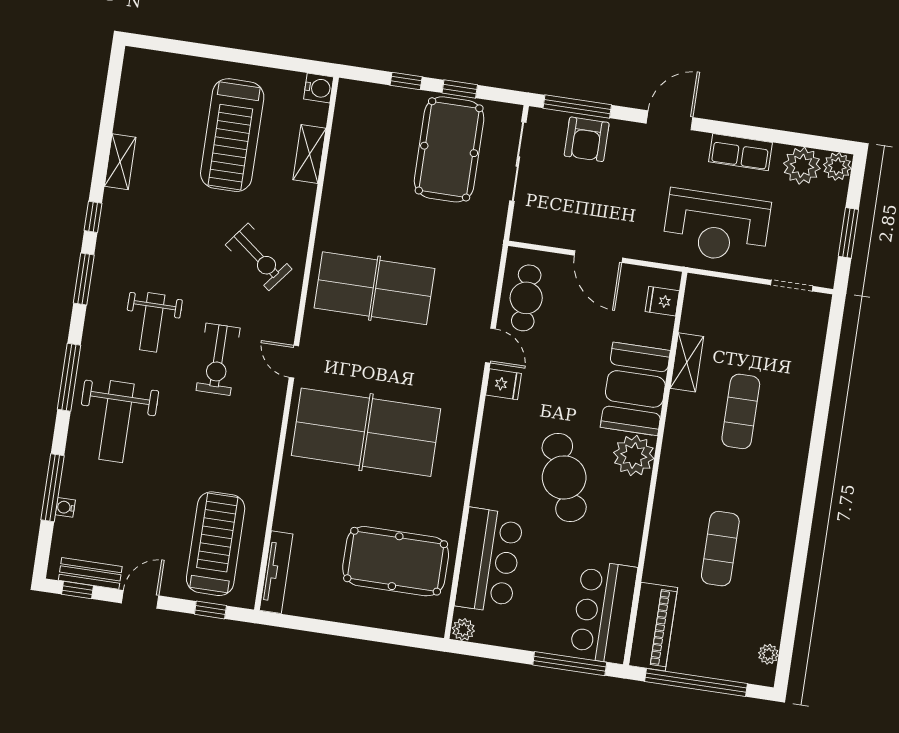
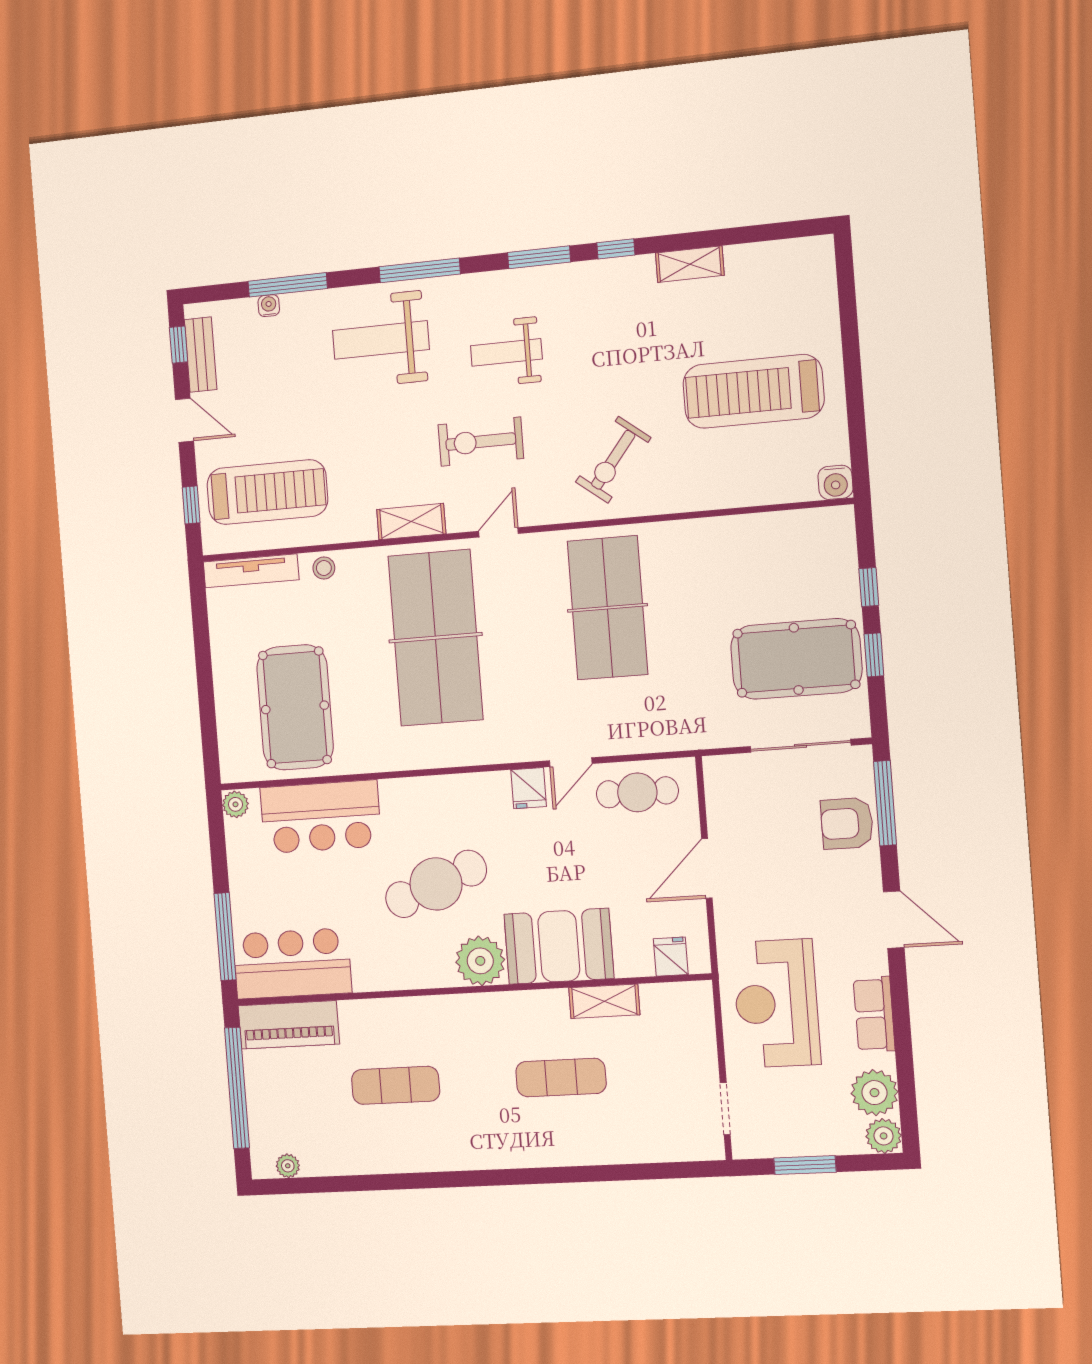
shelving: (309, 154) -> (411, 522), moved
stool: (288, 511) -> (324, 568), added

